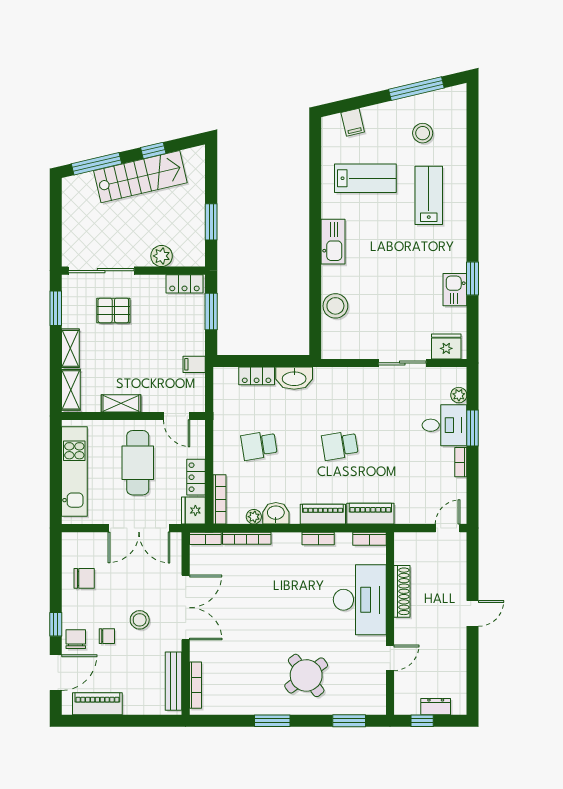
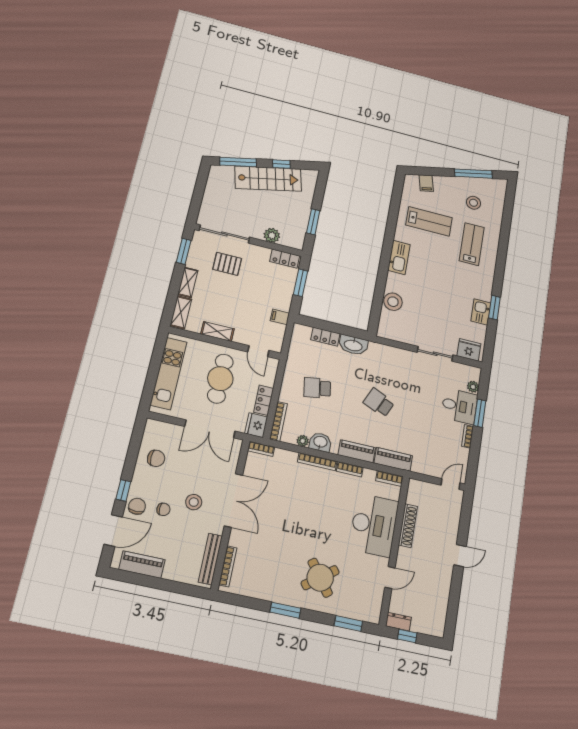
school desk: (340, 446) -> (379, 403), turned 33
bookcase: (247, 538) -> (317, 462), moved
dresser: (436, 707) -> (398, 622), moved

